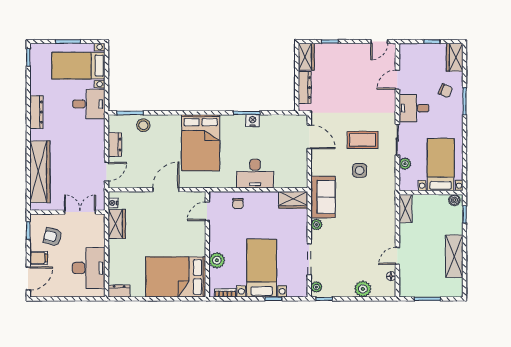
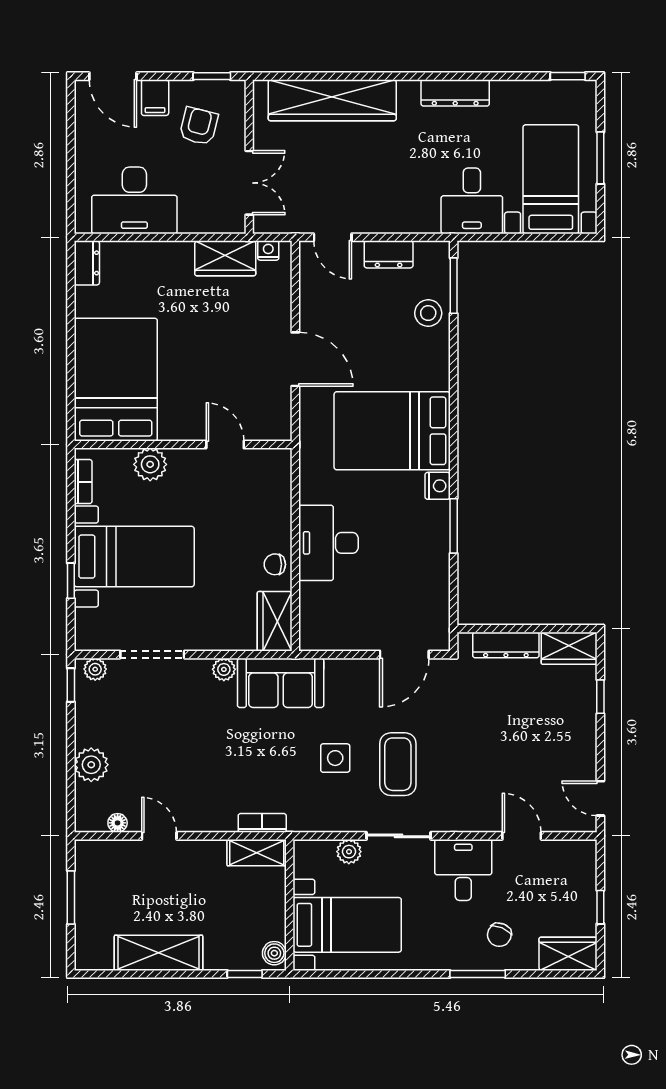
nightstand: (253, 121) -> (438, 486), moved
chair: (238, 203) -> (275, 564), moved
bookcase: (391, 206) -> (262, 823), added
door: (207, 211) -> (225, 444), moved

